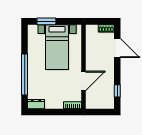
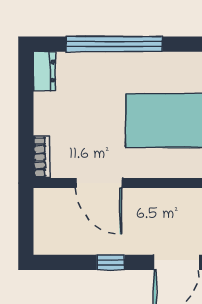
window: (117, 91) -> (111, 262), moved

